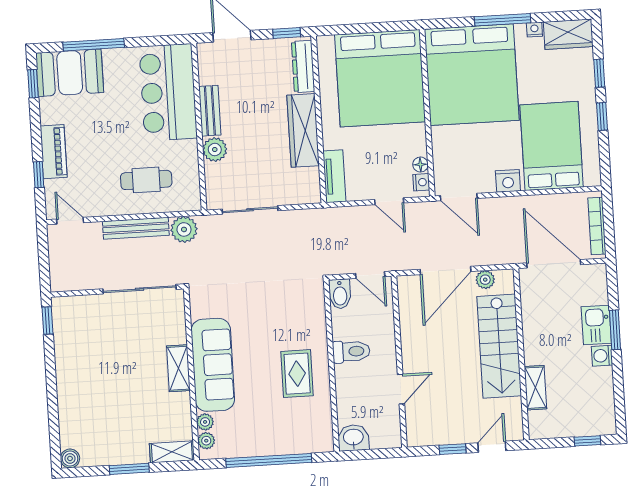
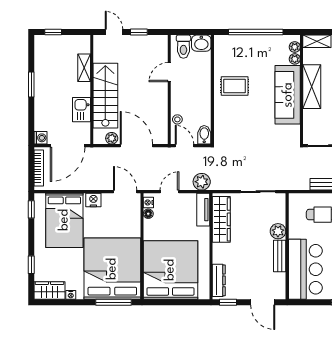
window: (503, 20) -> (113, 302), moved
window: (602, 117) -> (31, 209), moved
wardrobe: (303, 130) -> (221, 219), moved
door: (389, 201) -> (169, 192), hinge flipped
plant: (184, 229) -> (202, 182), moved
door: (554, 264) -> (68, 146), hinge flipped
door: (446, 270) -> (136, 146), hinge flipped
stool: (384, 316) -> (177, 119), added
kitchen sink: (596, 325) -> (81, 110), moved, turned 180
window: (615, 330) -> (31, 84), moved
toilet: (351, 351) -> (183, 47), moved, turned -90
washing machine: (602, 356) -> (41, 138), moved
shelving: (178, 368) -> (312, 87), width x1.50, depth x1.33
rug: (297, 374) -> (235, 86), turned 90
door: (492, 447) -> (114, 32), swing flipped

